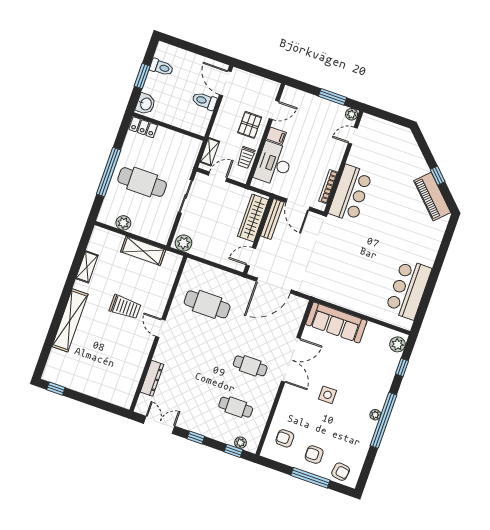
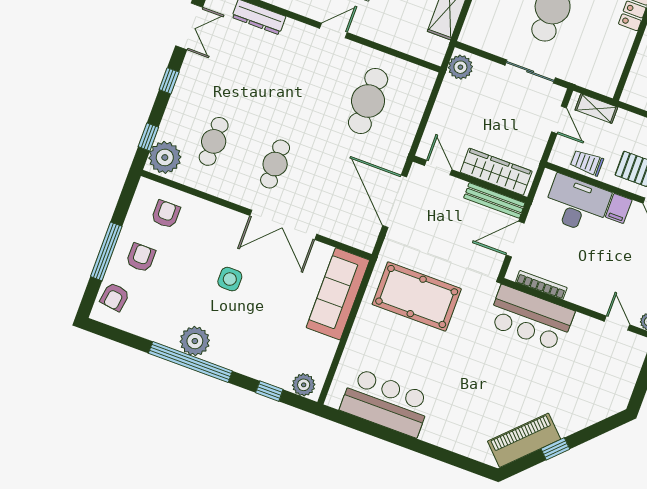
pool table: (337, 270) -> (417, 296), added
plant: (375, 415) -> (195, 341), width x1.88, depth x1.88
plant: (241, 443) -> (165, 157), width x1.88, depth x1.88

